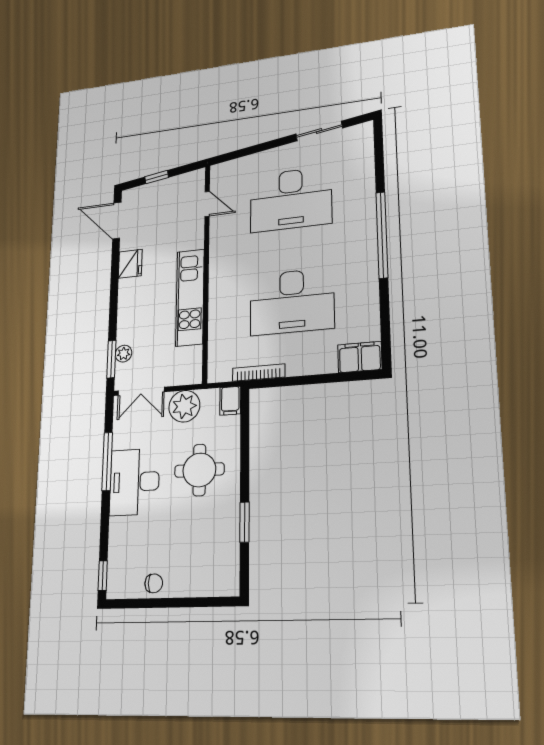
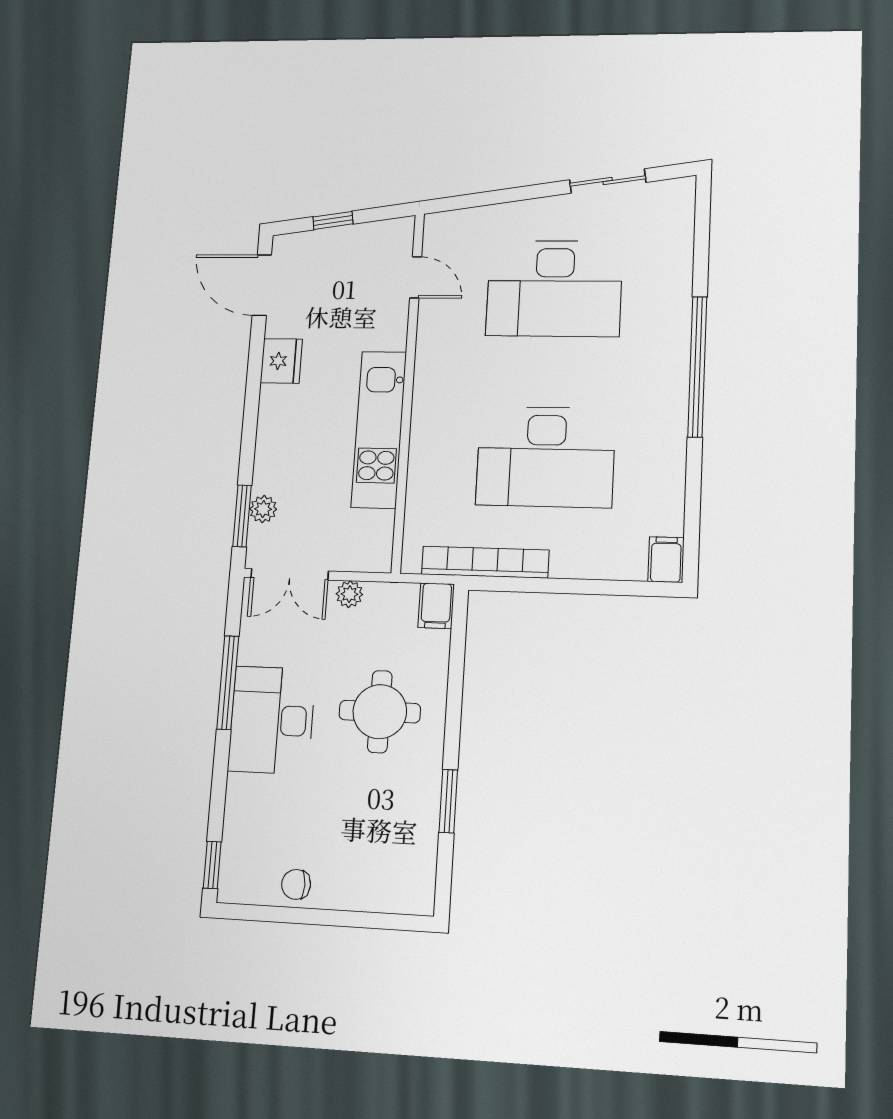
filing cabinet: (360, 357) -> (666, 560), width x0.50
bookcase: (259, 373) -> (485, 562), width x1.48, depth x1.31
plant: (184, 406) -> (349, 594), width x0.53, depth x0.53
chair: (154, 583) -> (296, 884), turned 180

